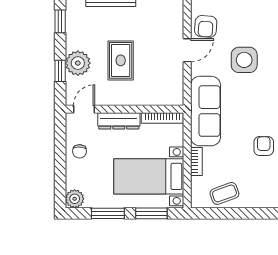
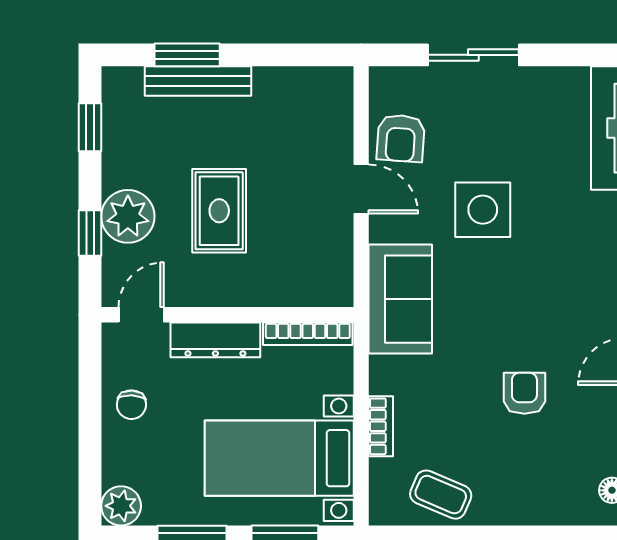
door: (187, 50) -> (361, 189), hinge flipped
sofa: (206, 111) -> (400, 299), width x0.73
coffee table: (224, 193) -> (441, 495), turned 43

